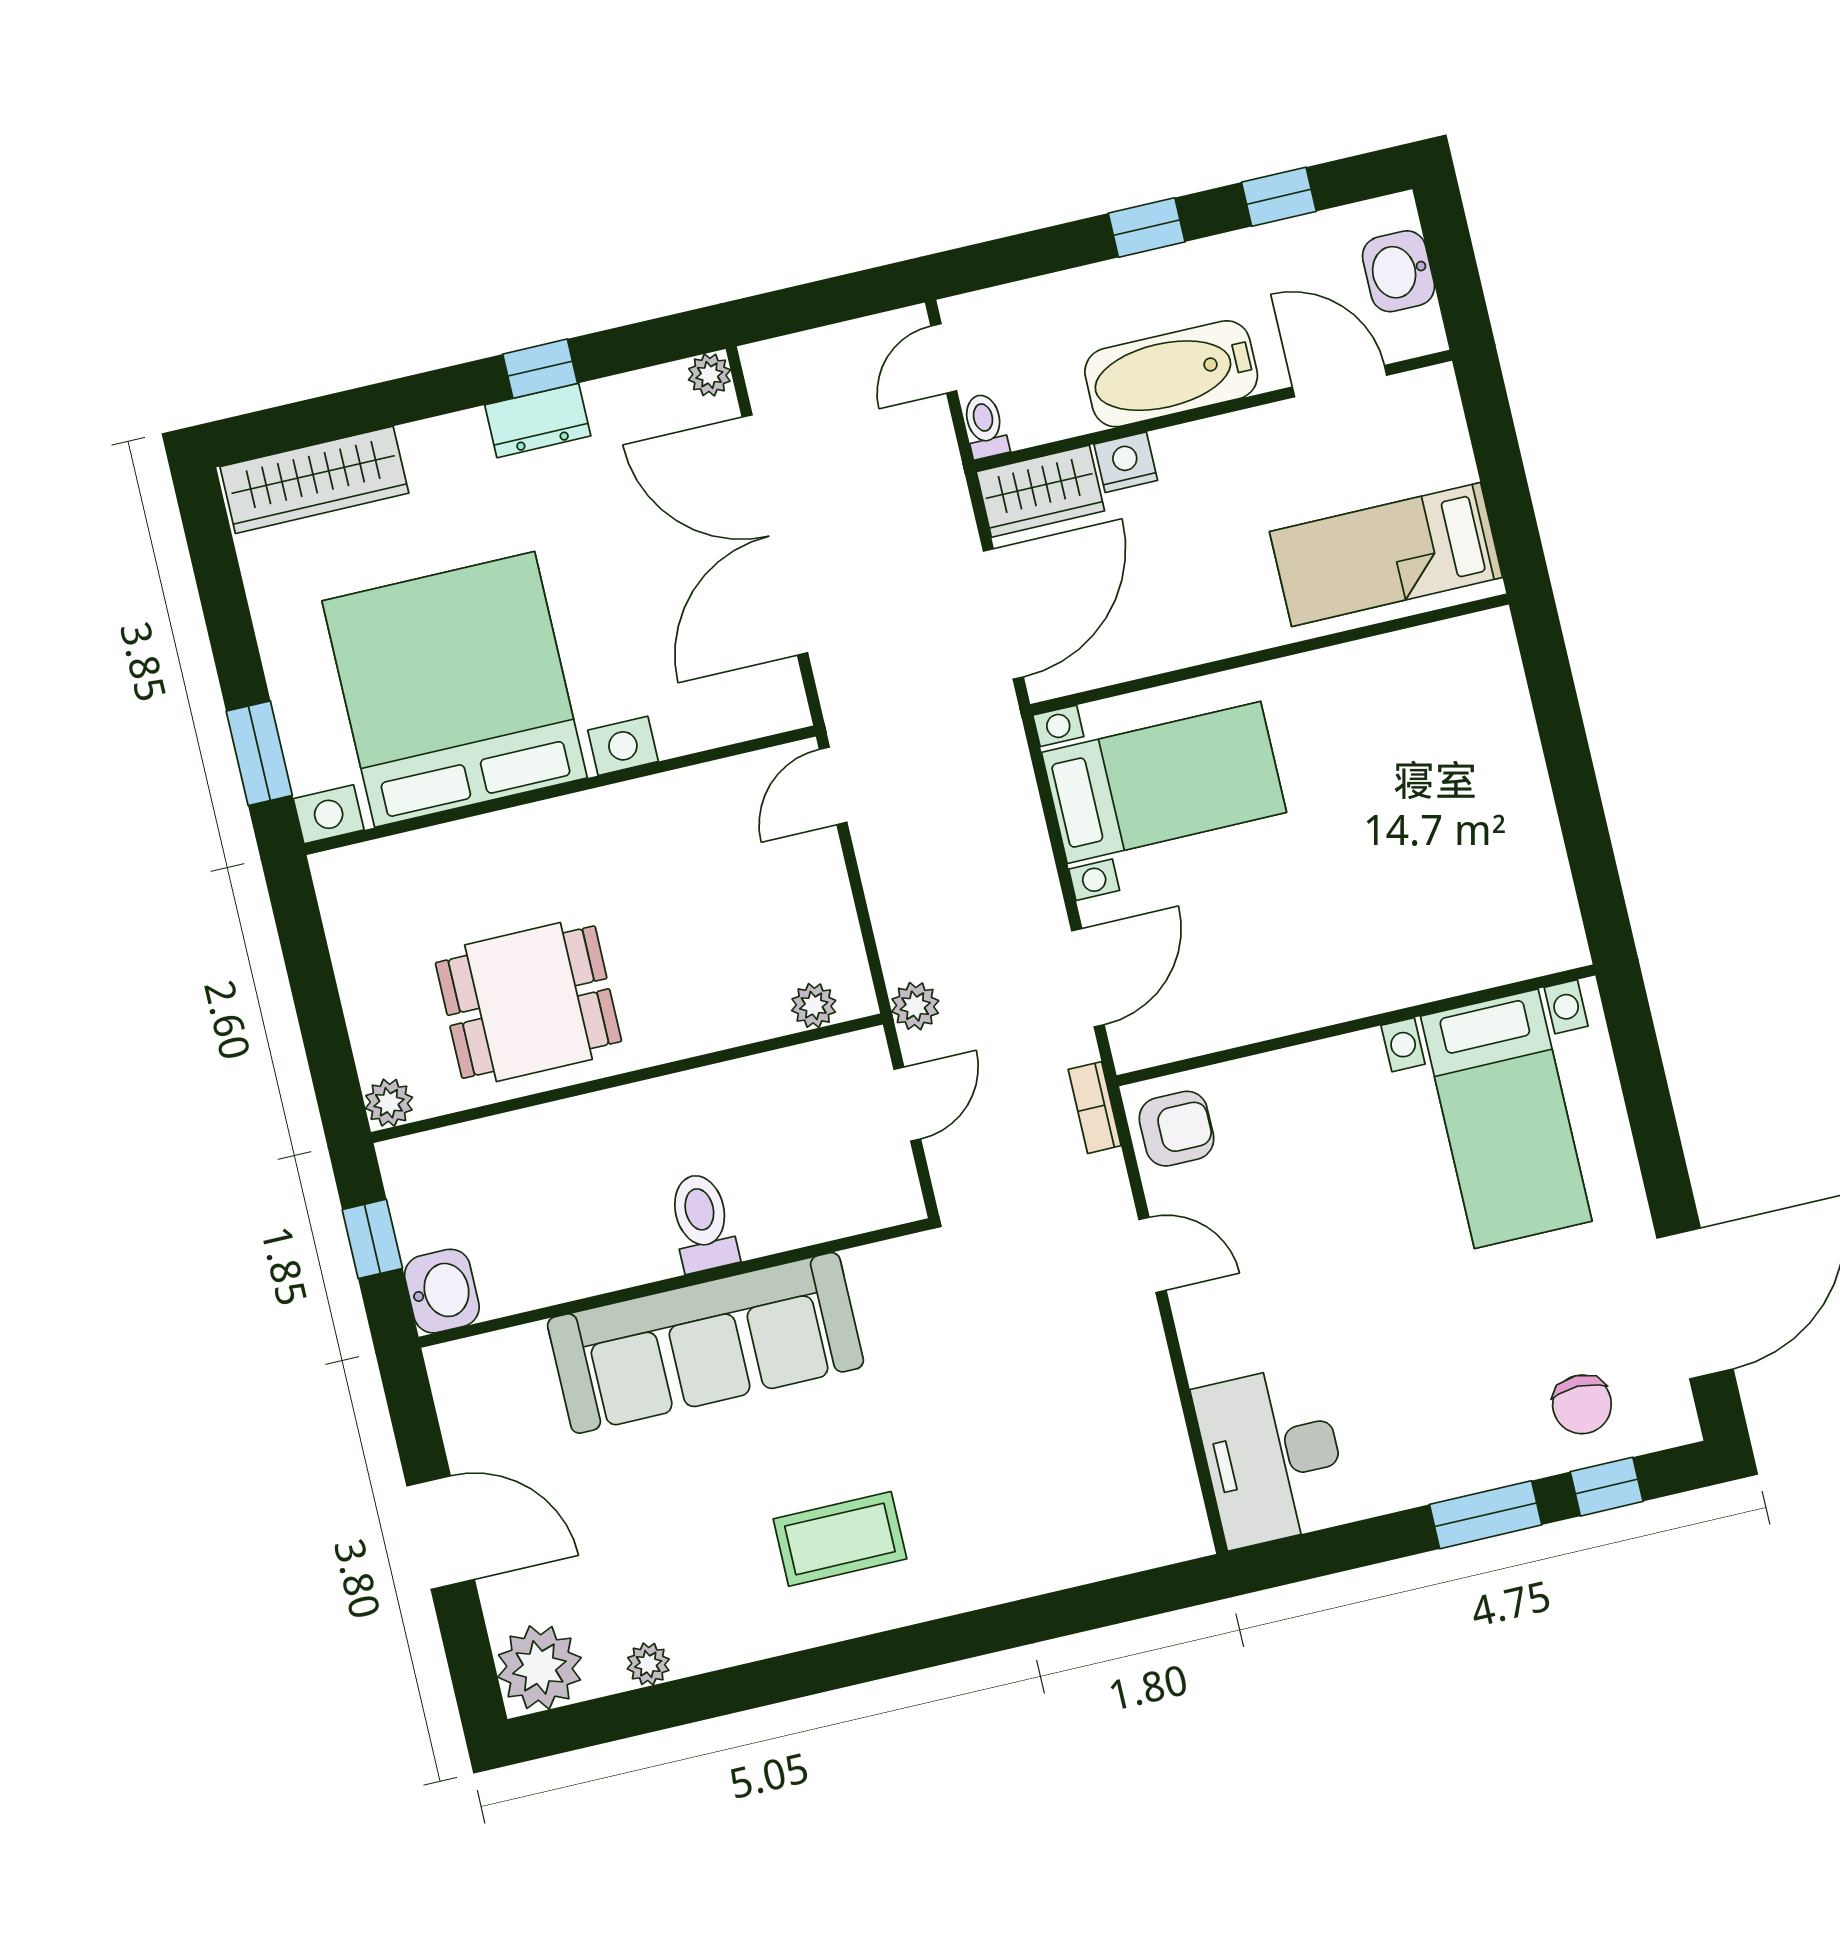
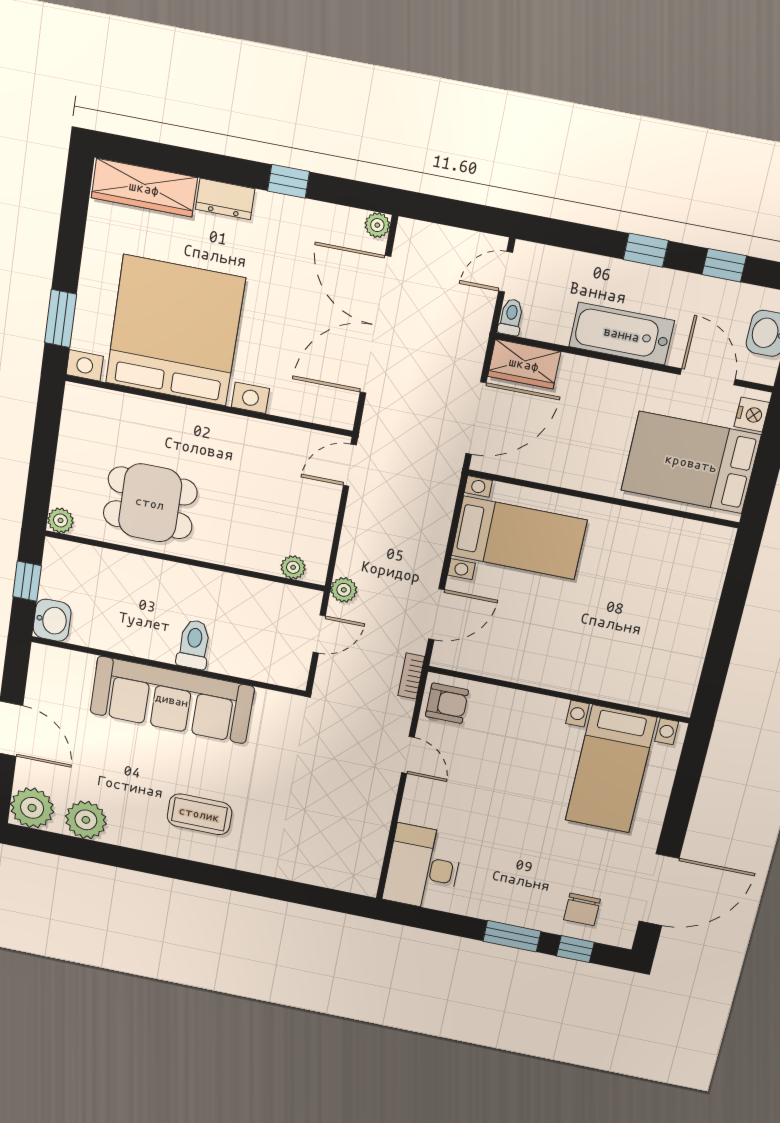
dresser: (538, 420) -> (225, 199), moved
nightstand: (1126, 462) -> (752, 415), moved, turned 90
bed: (1386, 554) -> (691, 463), width x1.50
plant: (648, 1664) -> (86, 820), width x1.88, depth x1.88

